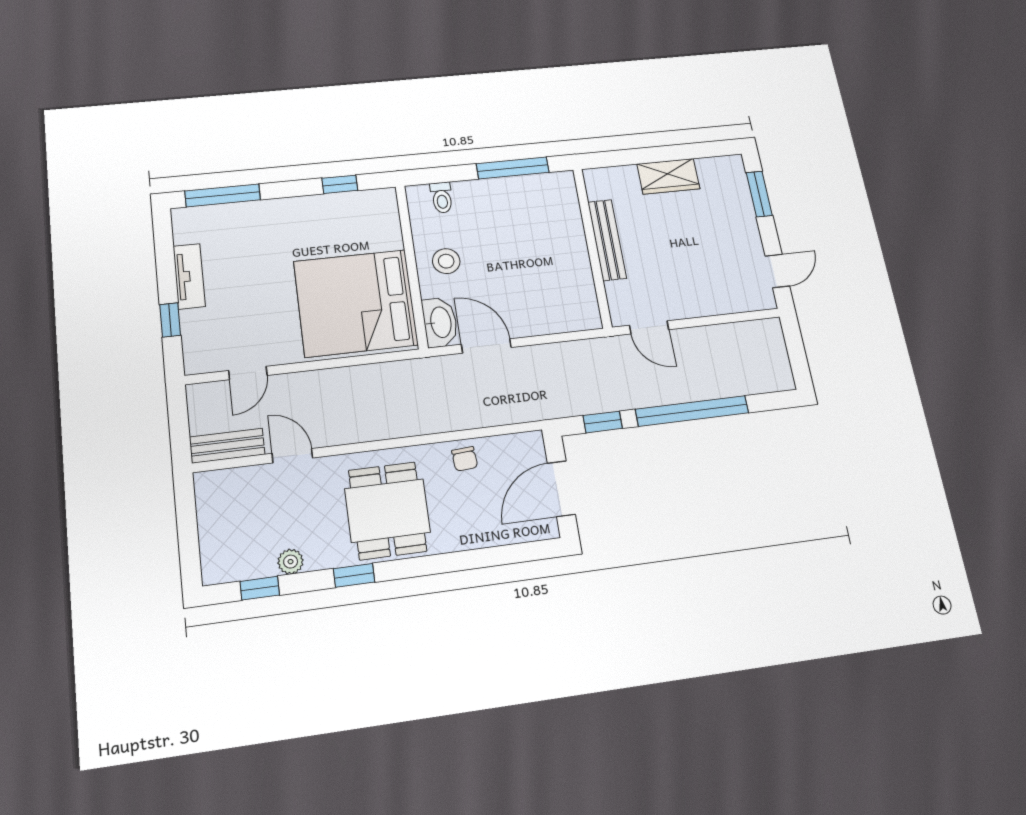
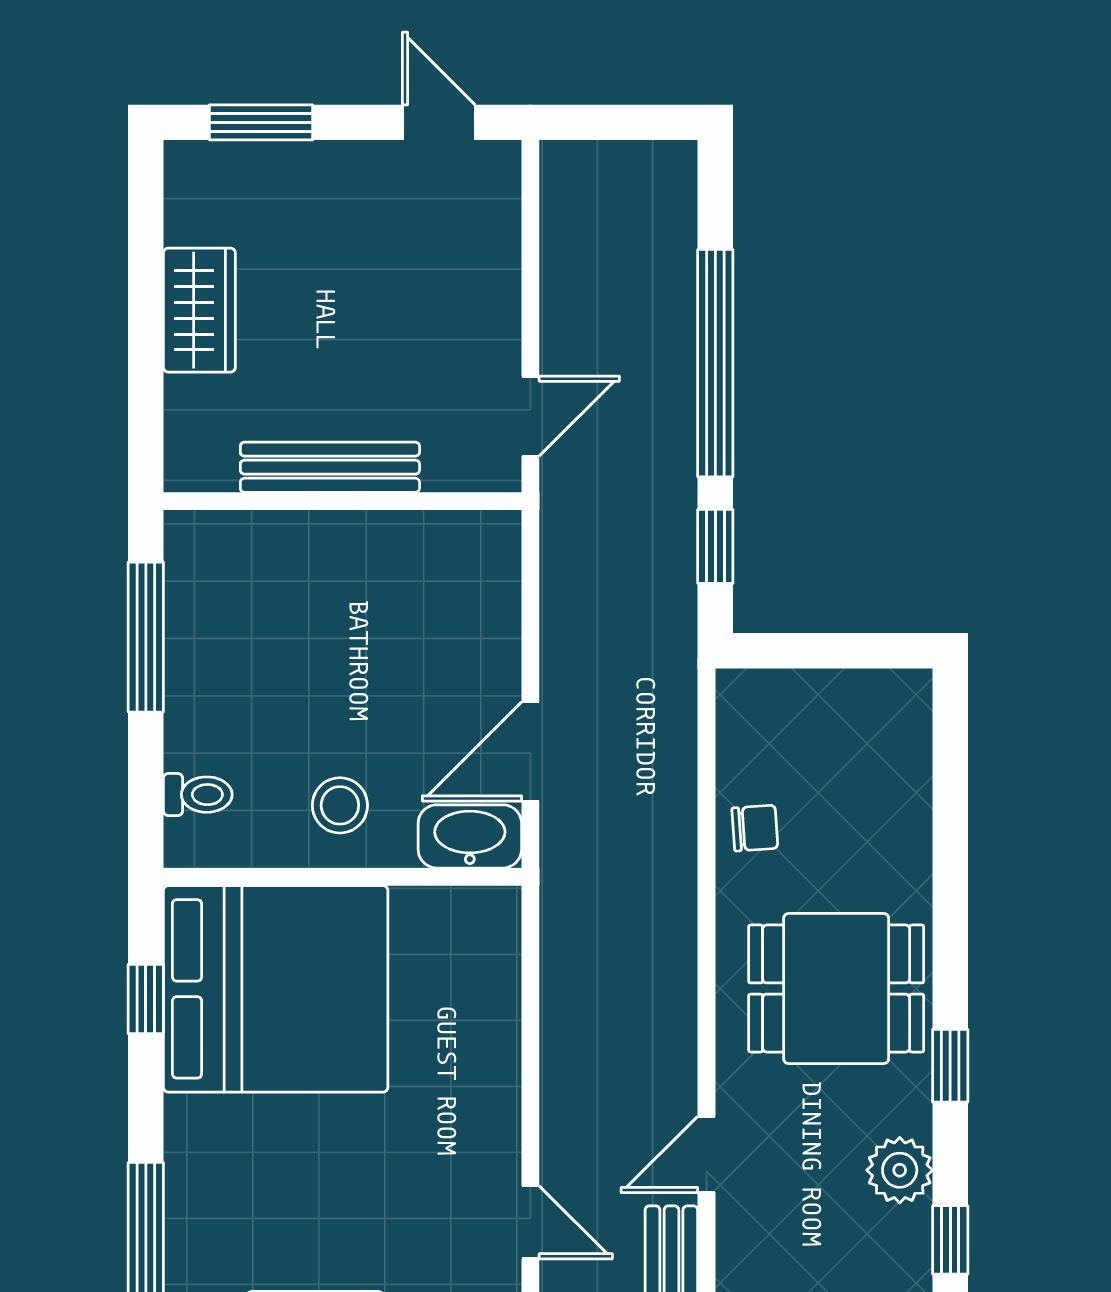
bed: (356, 303) -> (276, 989), moved, turned -90
door: (561, 489) -> (838, 651), removed
plant: (291, 562) -> (900, 1170), width x1.38, depth x1.38

